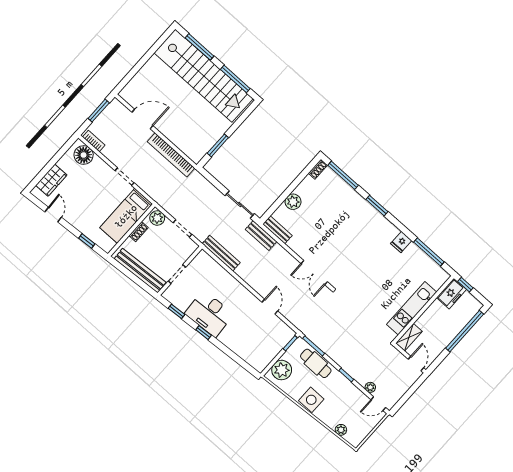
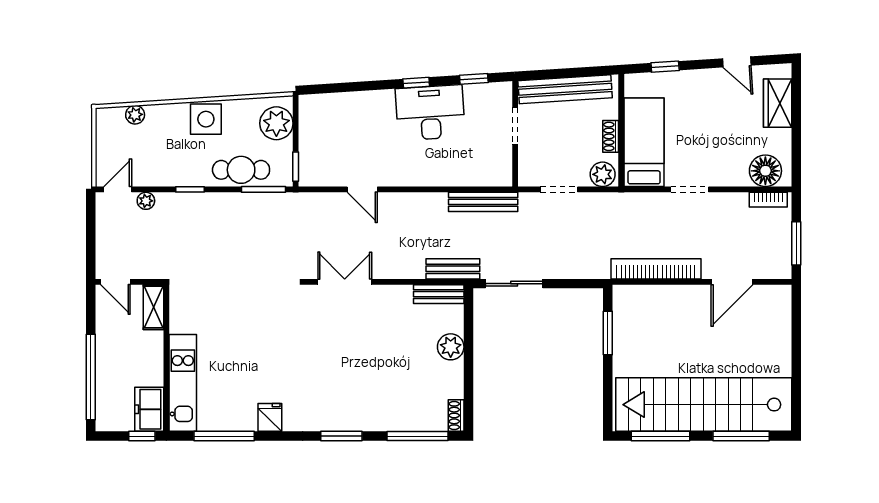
kitchen unit: (412, 308) -> (183, 383), moved

